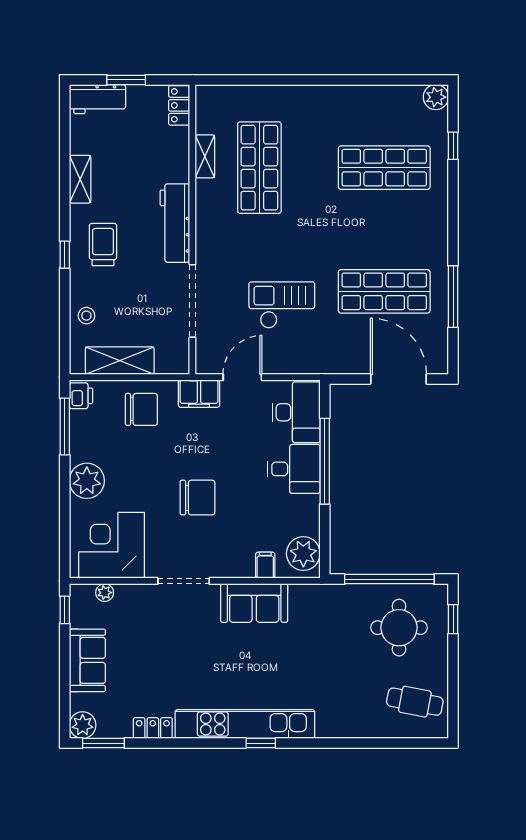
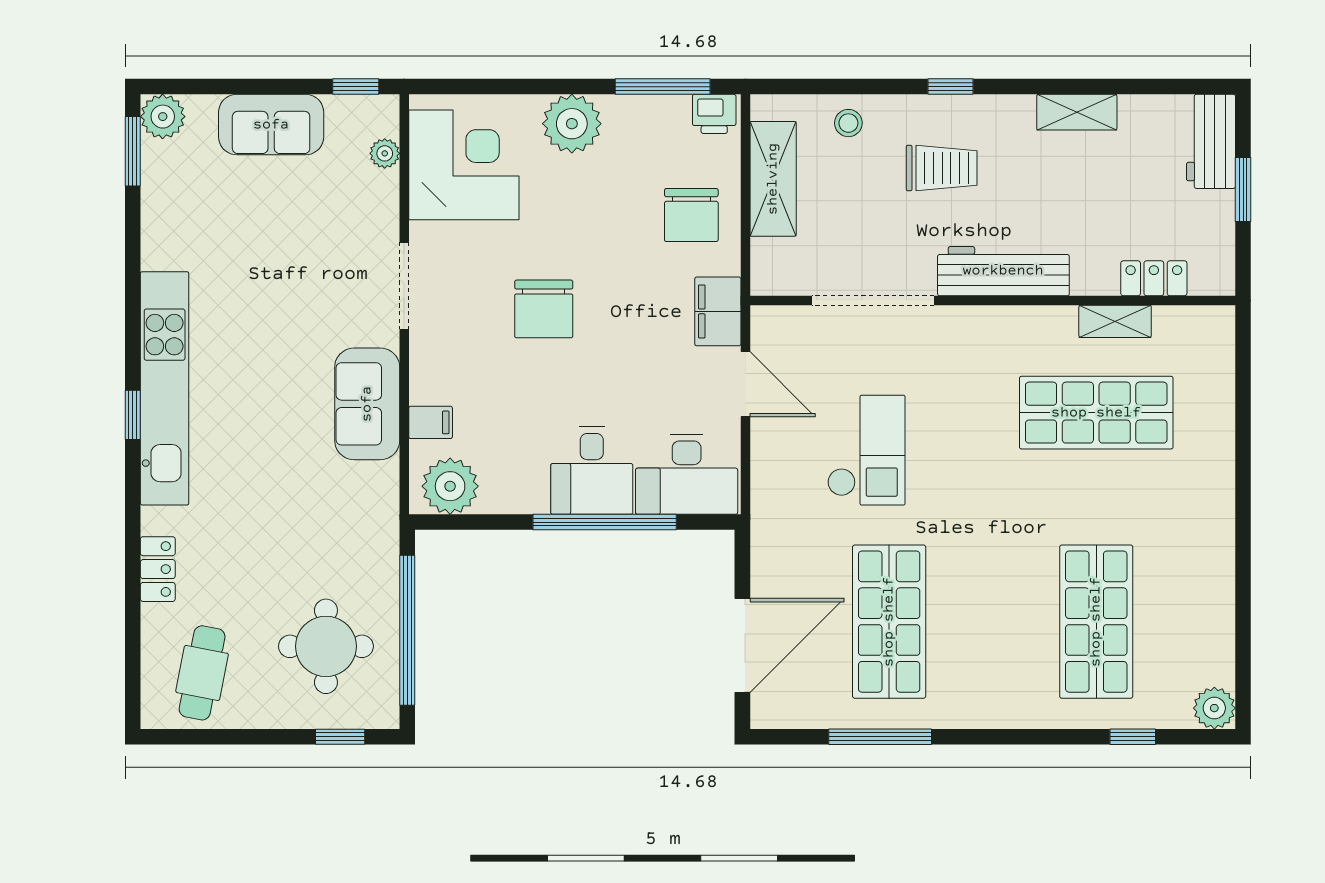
locker: (179, 105) -> (1154, 278), moved
trolley: (103, 245) -> (942, 168), moved
locker: (153, 728) -> (158, 569), moved

